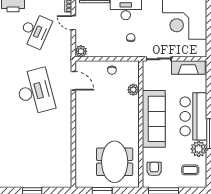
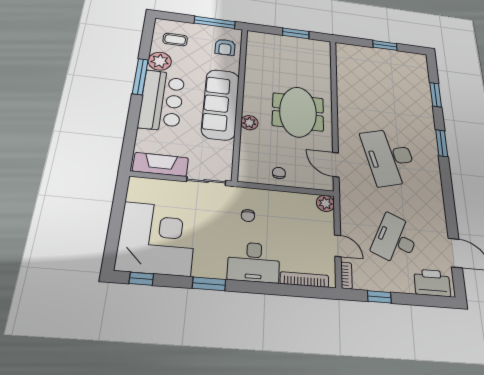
plant: (133, 90) -> (249, 123), moved
meeting table: (115, 162) -> (298, 112), moved

